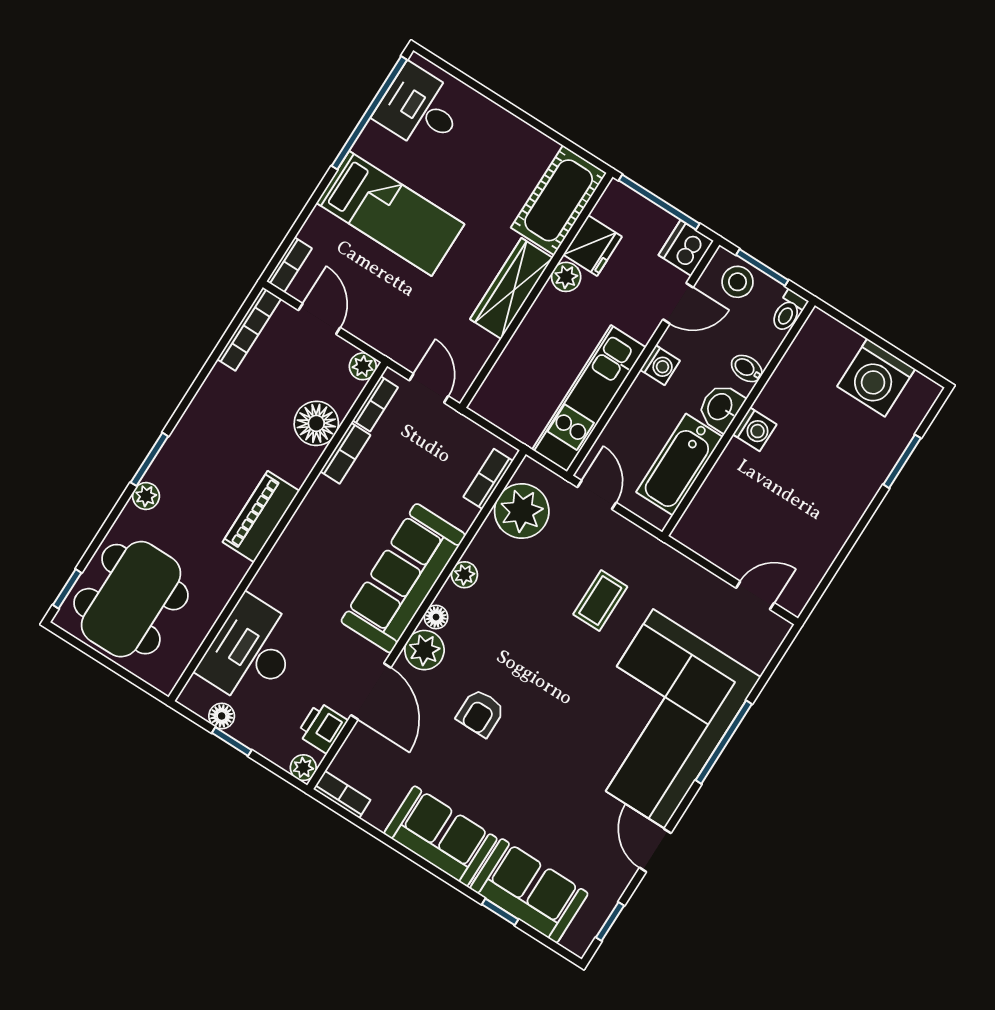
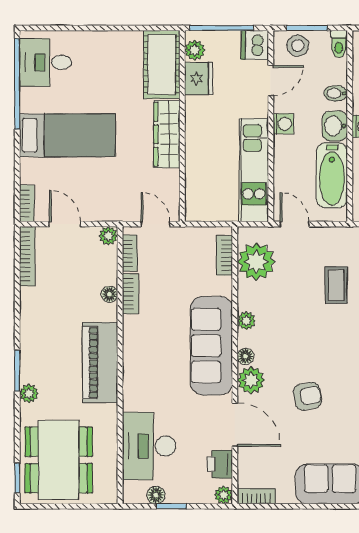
plant: (566, 277) -> (195, 50), moved
floor lamp: (316, 423) -> (109, 294), width x0.53, depth x0.53
piano: (261, 517) -> (100, 363), width x1.37, depth x1.33
armchair: (481, 713) -> (308, 396), turned -101

